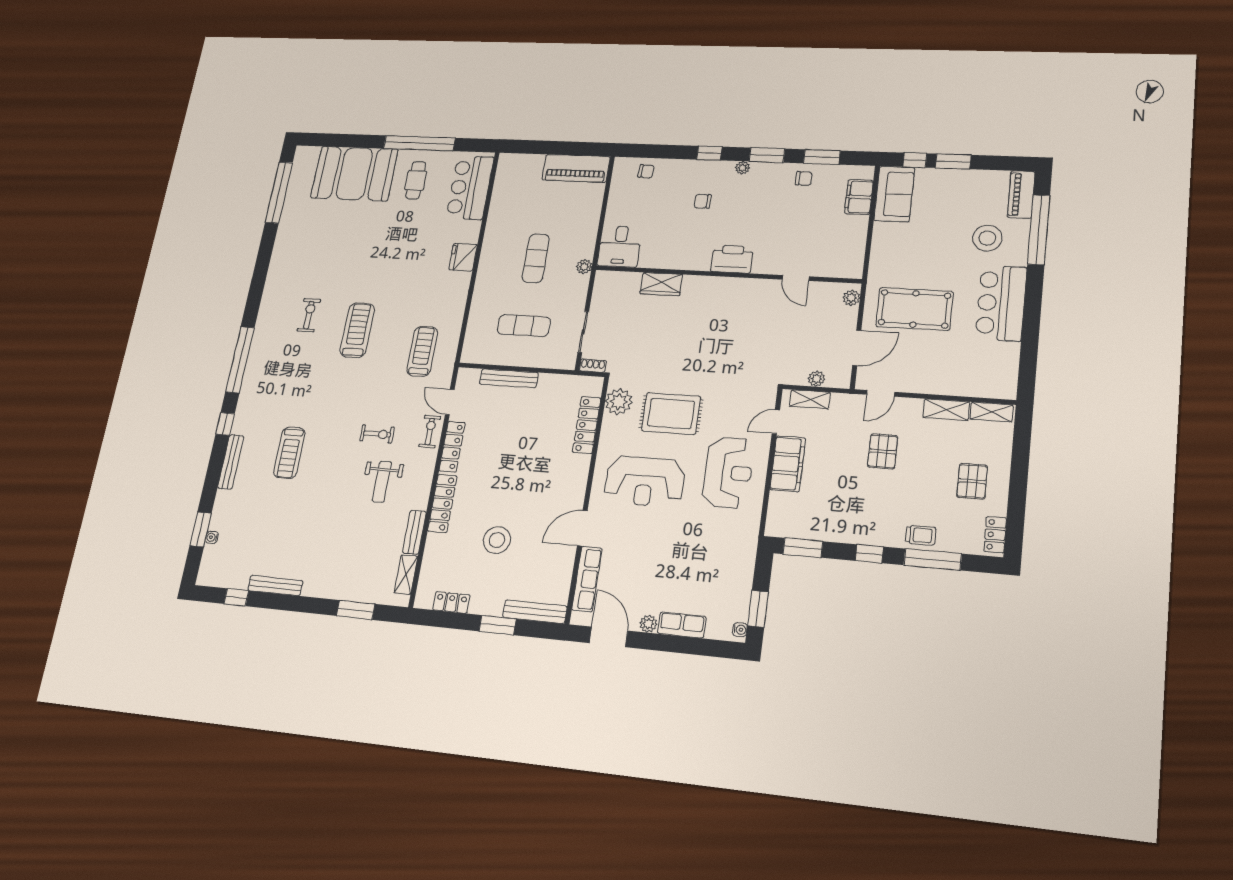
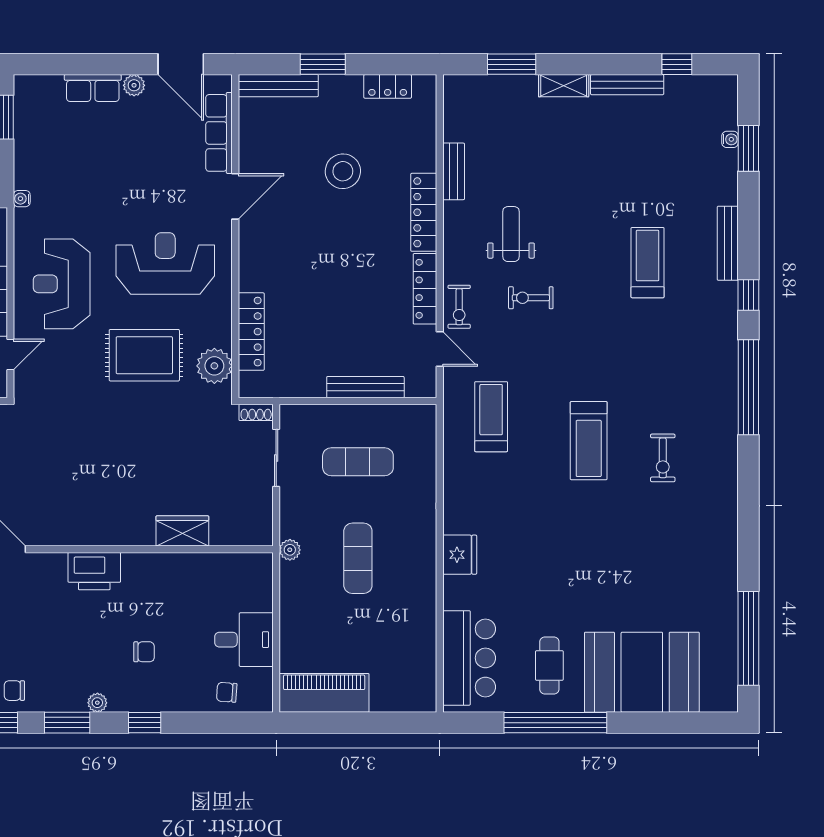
desk: (620, 246) -> (244, 640), moved, turned 90
treadmill: (422, 351) -> (491, 417), turned 180
shelving: (406, 574) -> (564, 86), moved, turned 90
water cooler: (740, 630) -> (22, 199), moved

